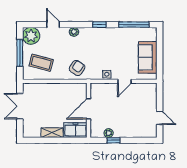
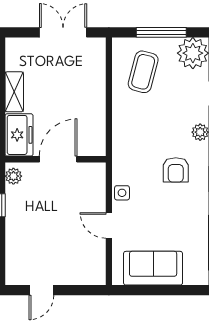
armchair: (77, 68) -> (176, 170), moved, turned 56
door: (89, 109) -> (58, 159), hinge flipped
plant: (109, 133) -> (13, 176), moved

